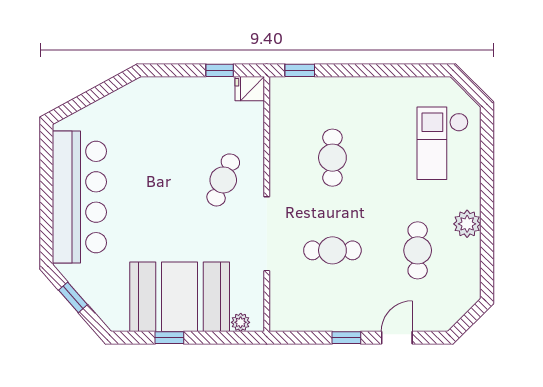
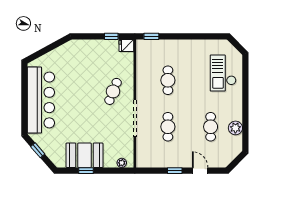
plant: (467, 224) -> (235, 128), moved
cafe table: (332, 250) -> (168, 127), turned 90
booth: (180, 297) -> (85, 155), width x0.73, depth x0.70
door: (397, 338) -> (200, 171), hinge flipped

